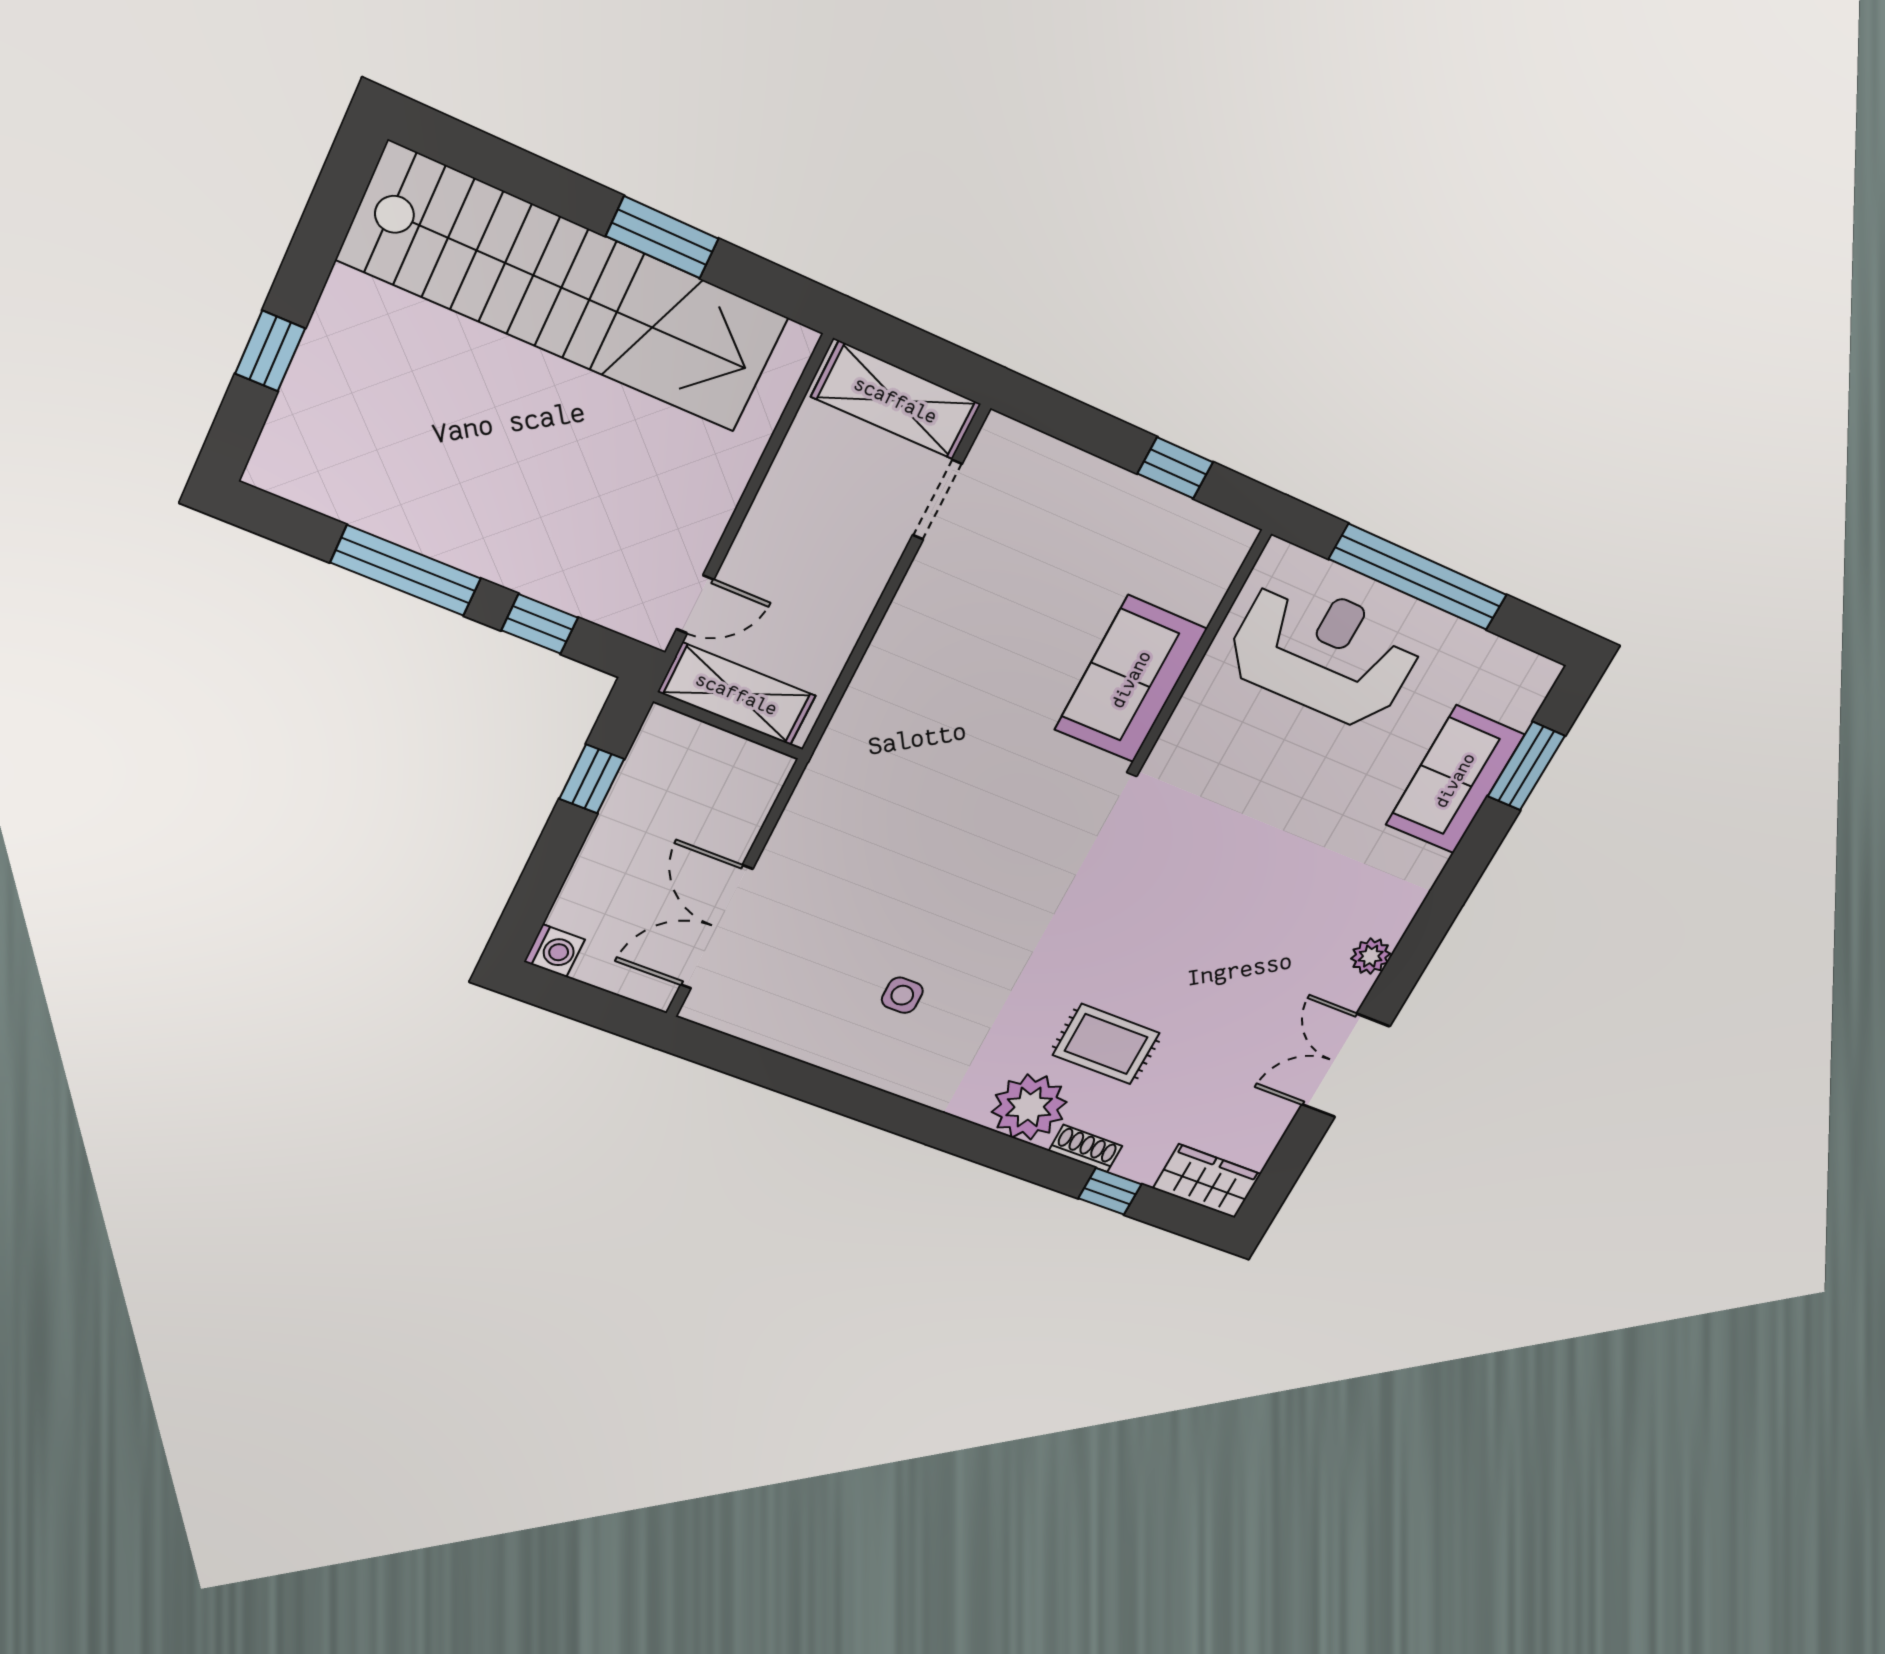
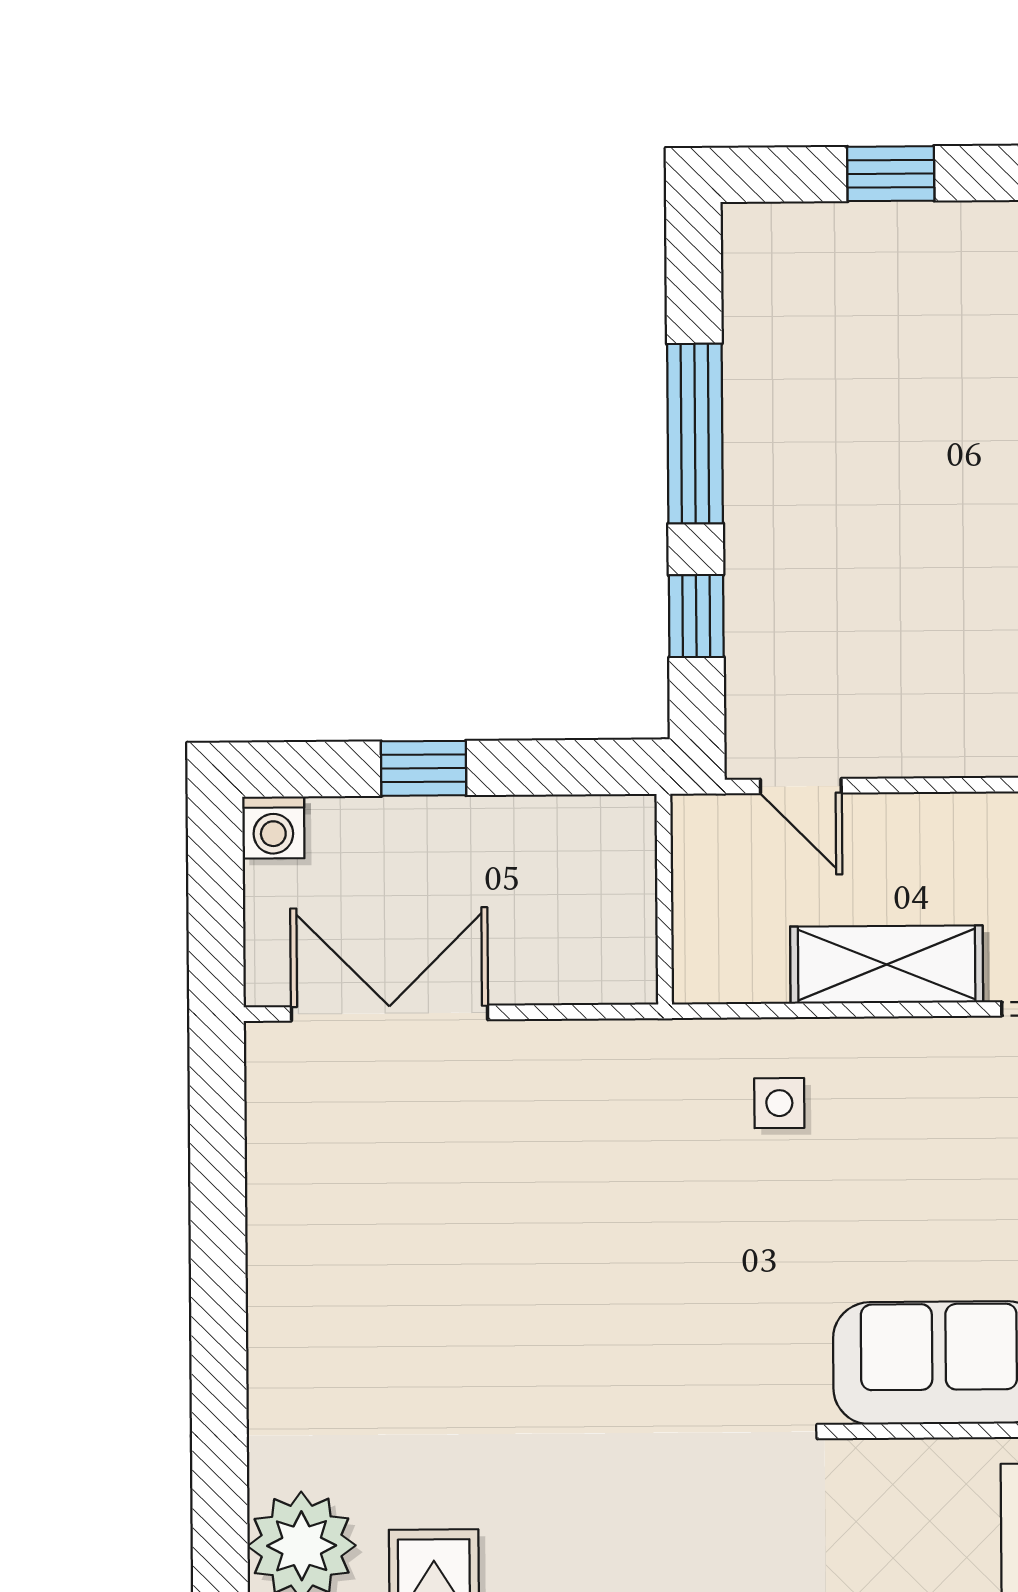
shelving: (737, 694) -> (887, 964), moved, turned 90
window: (592, 779) -> (424, 768), moved
side table: (902, 995) -> (779, 1103), moved

